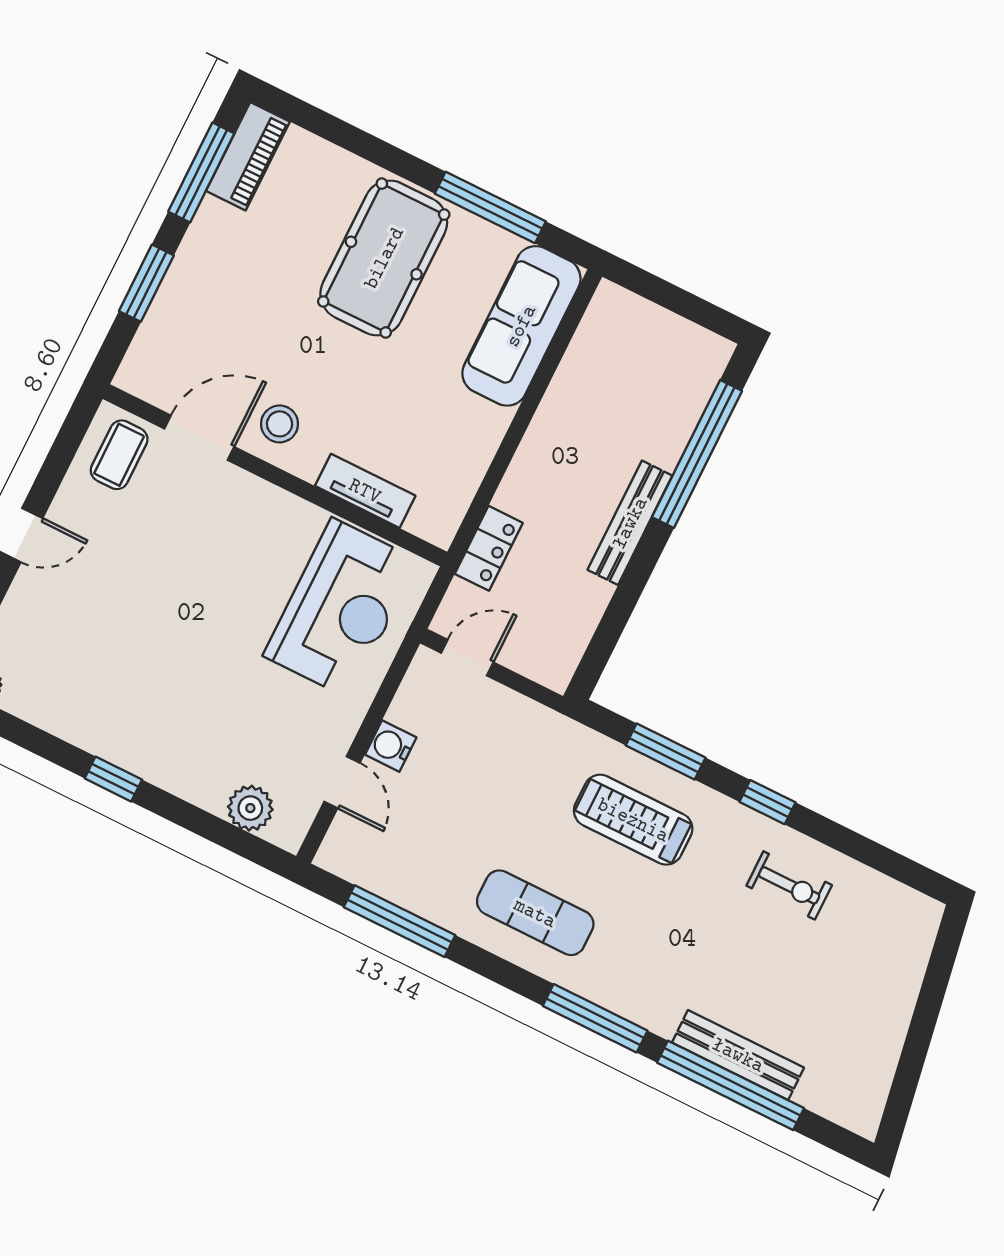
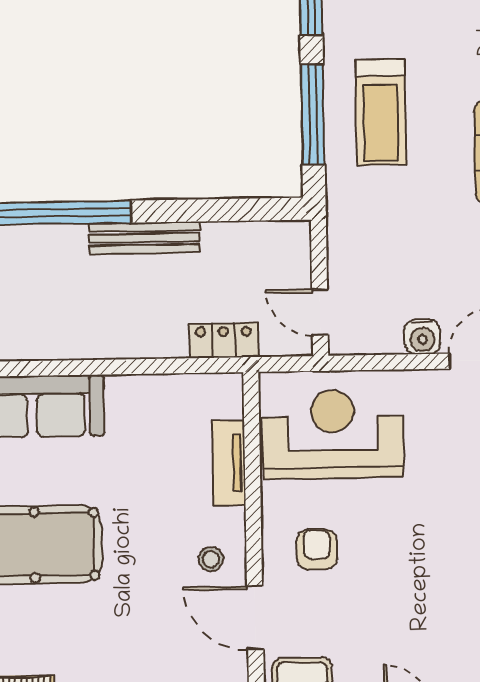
stool: (280, 424) -> (211, 559), width x0.73, depth x0.73
armchair: (235, 533) -> (317, 549), added
window: (666, 752) -> (313, 115), width x1.44

